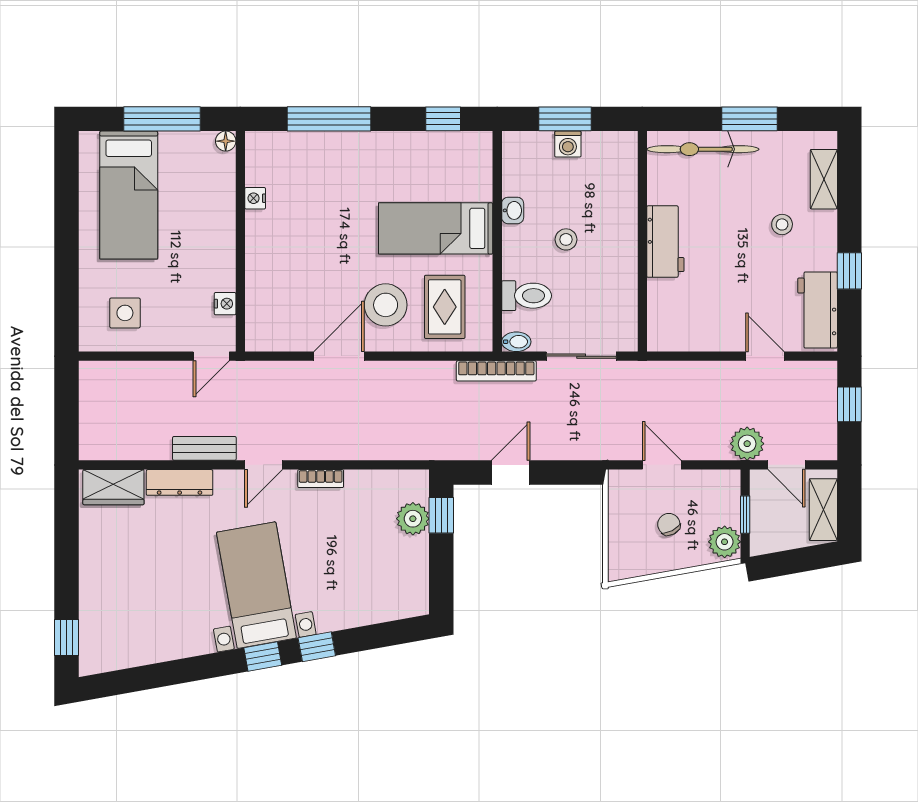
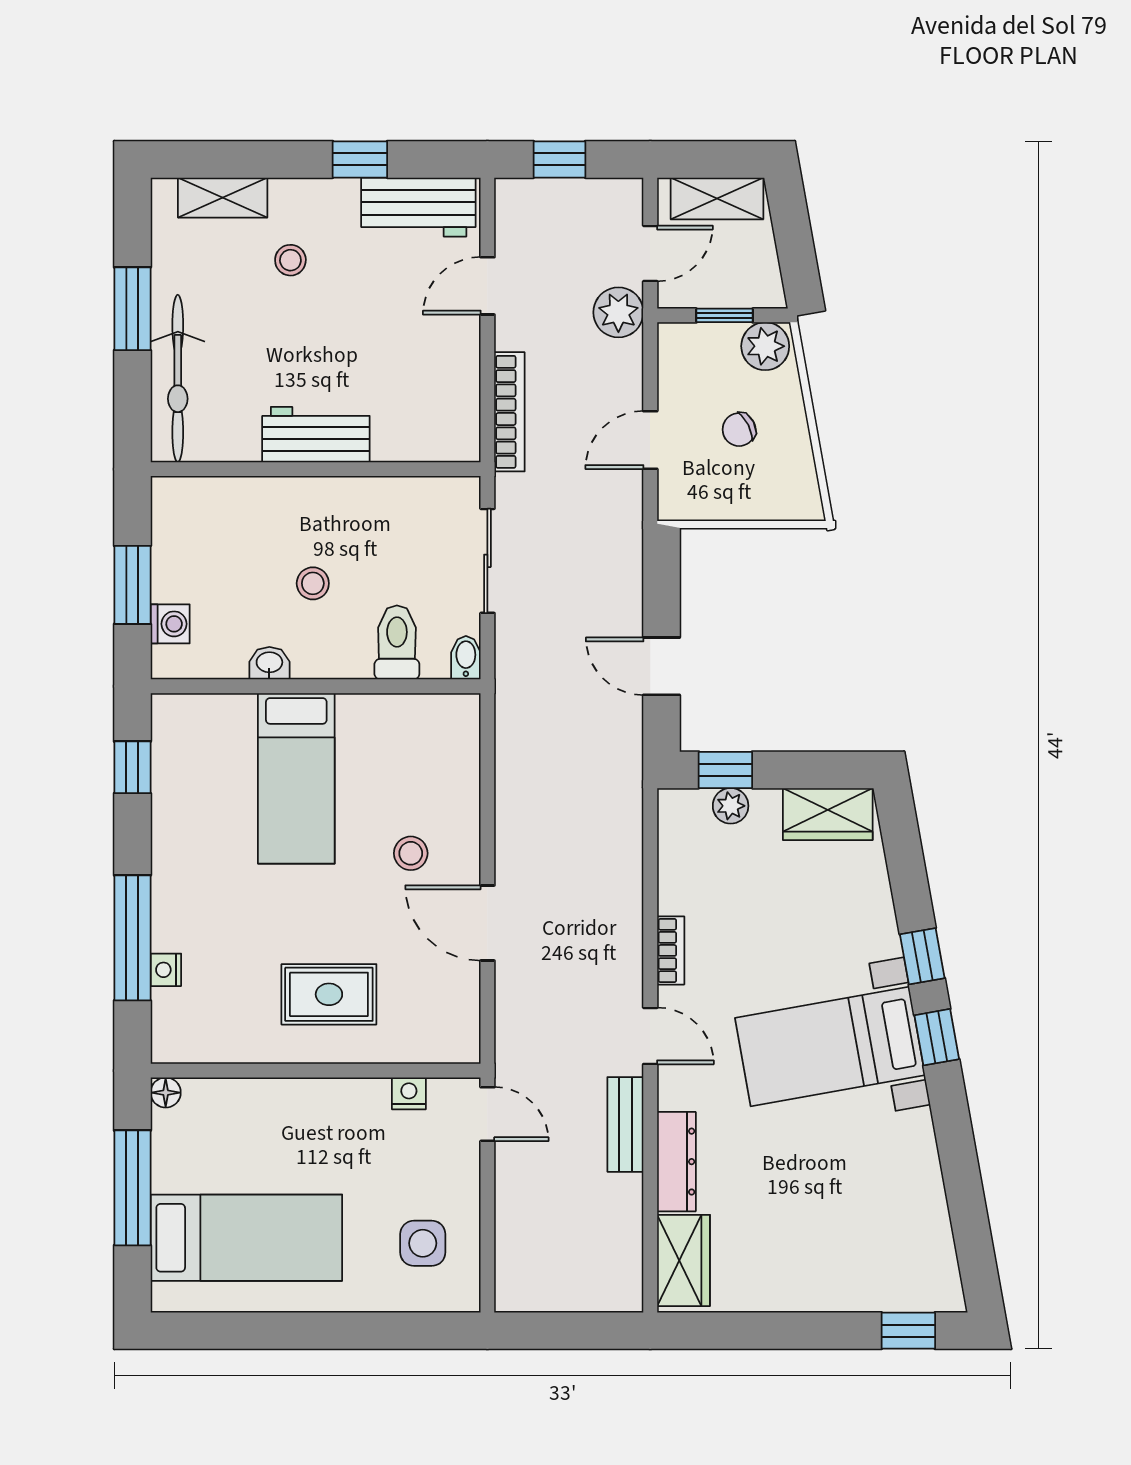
washing machine: (568, 144) -> (170, 624), moved
nightstand: (255, 198) -> (166, 970), moved, turned 90
stool: (386, 305) -> (411, 853), width x0.53, depth x0.53
rug: (445, 307) -> (329, 994), moved
bookcase: (496, 371) -> (509, 412), moved
plant: (413, 519) -> (731, 806), width x0.73, depth x0.73
wardrobe: (412, 584) -> (828, 814), added

